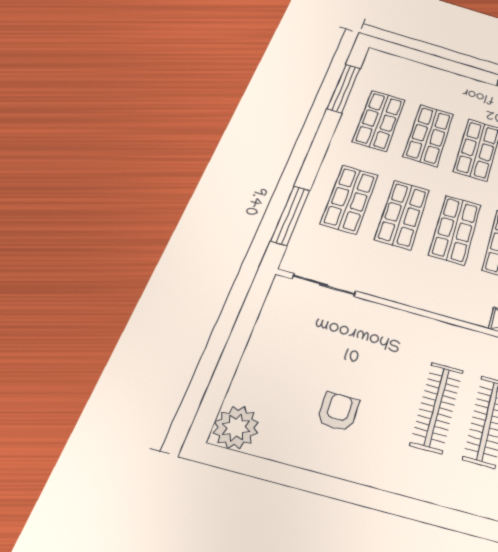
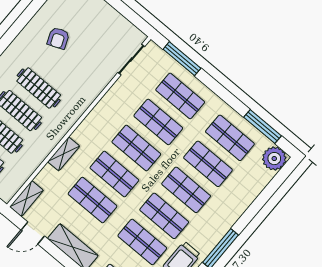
plant: (381, 64) -> (274, 159), added
armchair: (338, 412) -> (58, 38), turned 68

